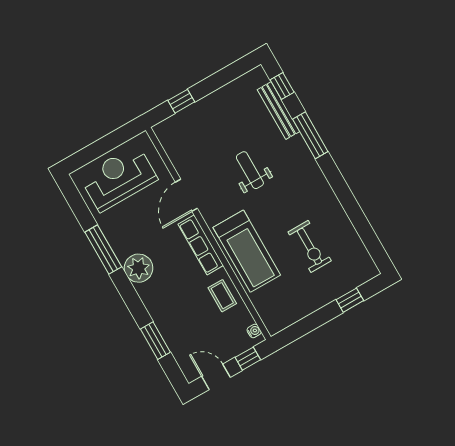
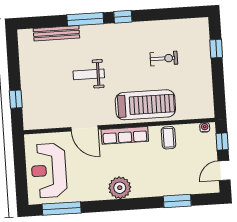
window: (282, 86) -> (123, 17), moved
exercise bike: (310, 246) -> (164, 58), width x0.73, depth x0.72
window: (103, 249) -> (62, 209), moved
coffee table: (222, 296) -> (168, 138), turned 90

